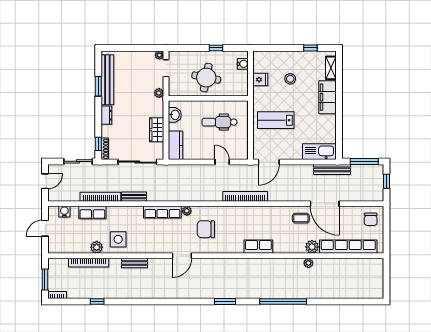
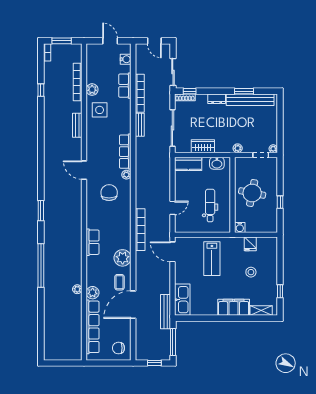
water cooler: (243, 64) -> (240, 227), moved
lab bench: (276, 120) -> (212, 259), turned 180
plant: (275, 215) -> (123, 258), added

